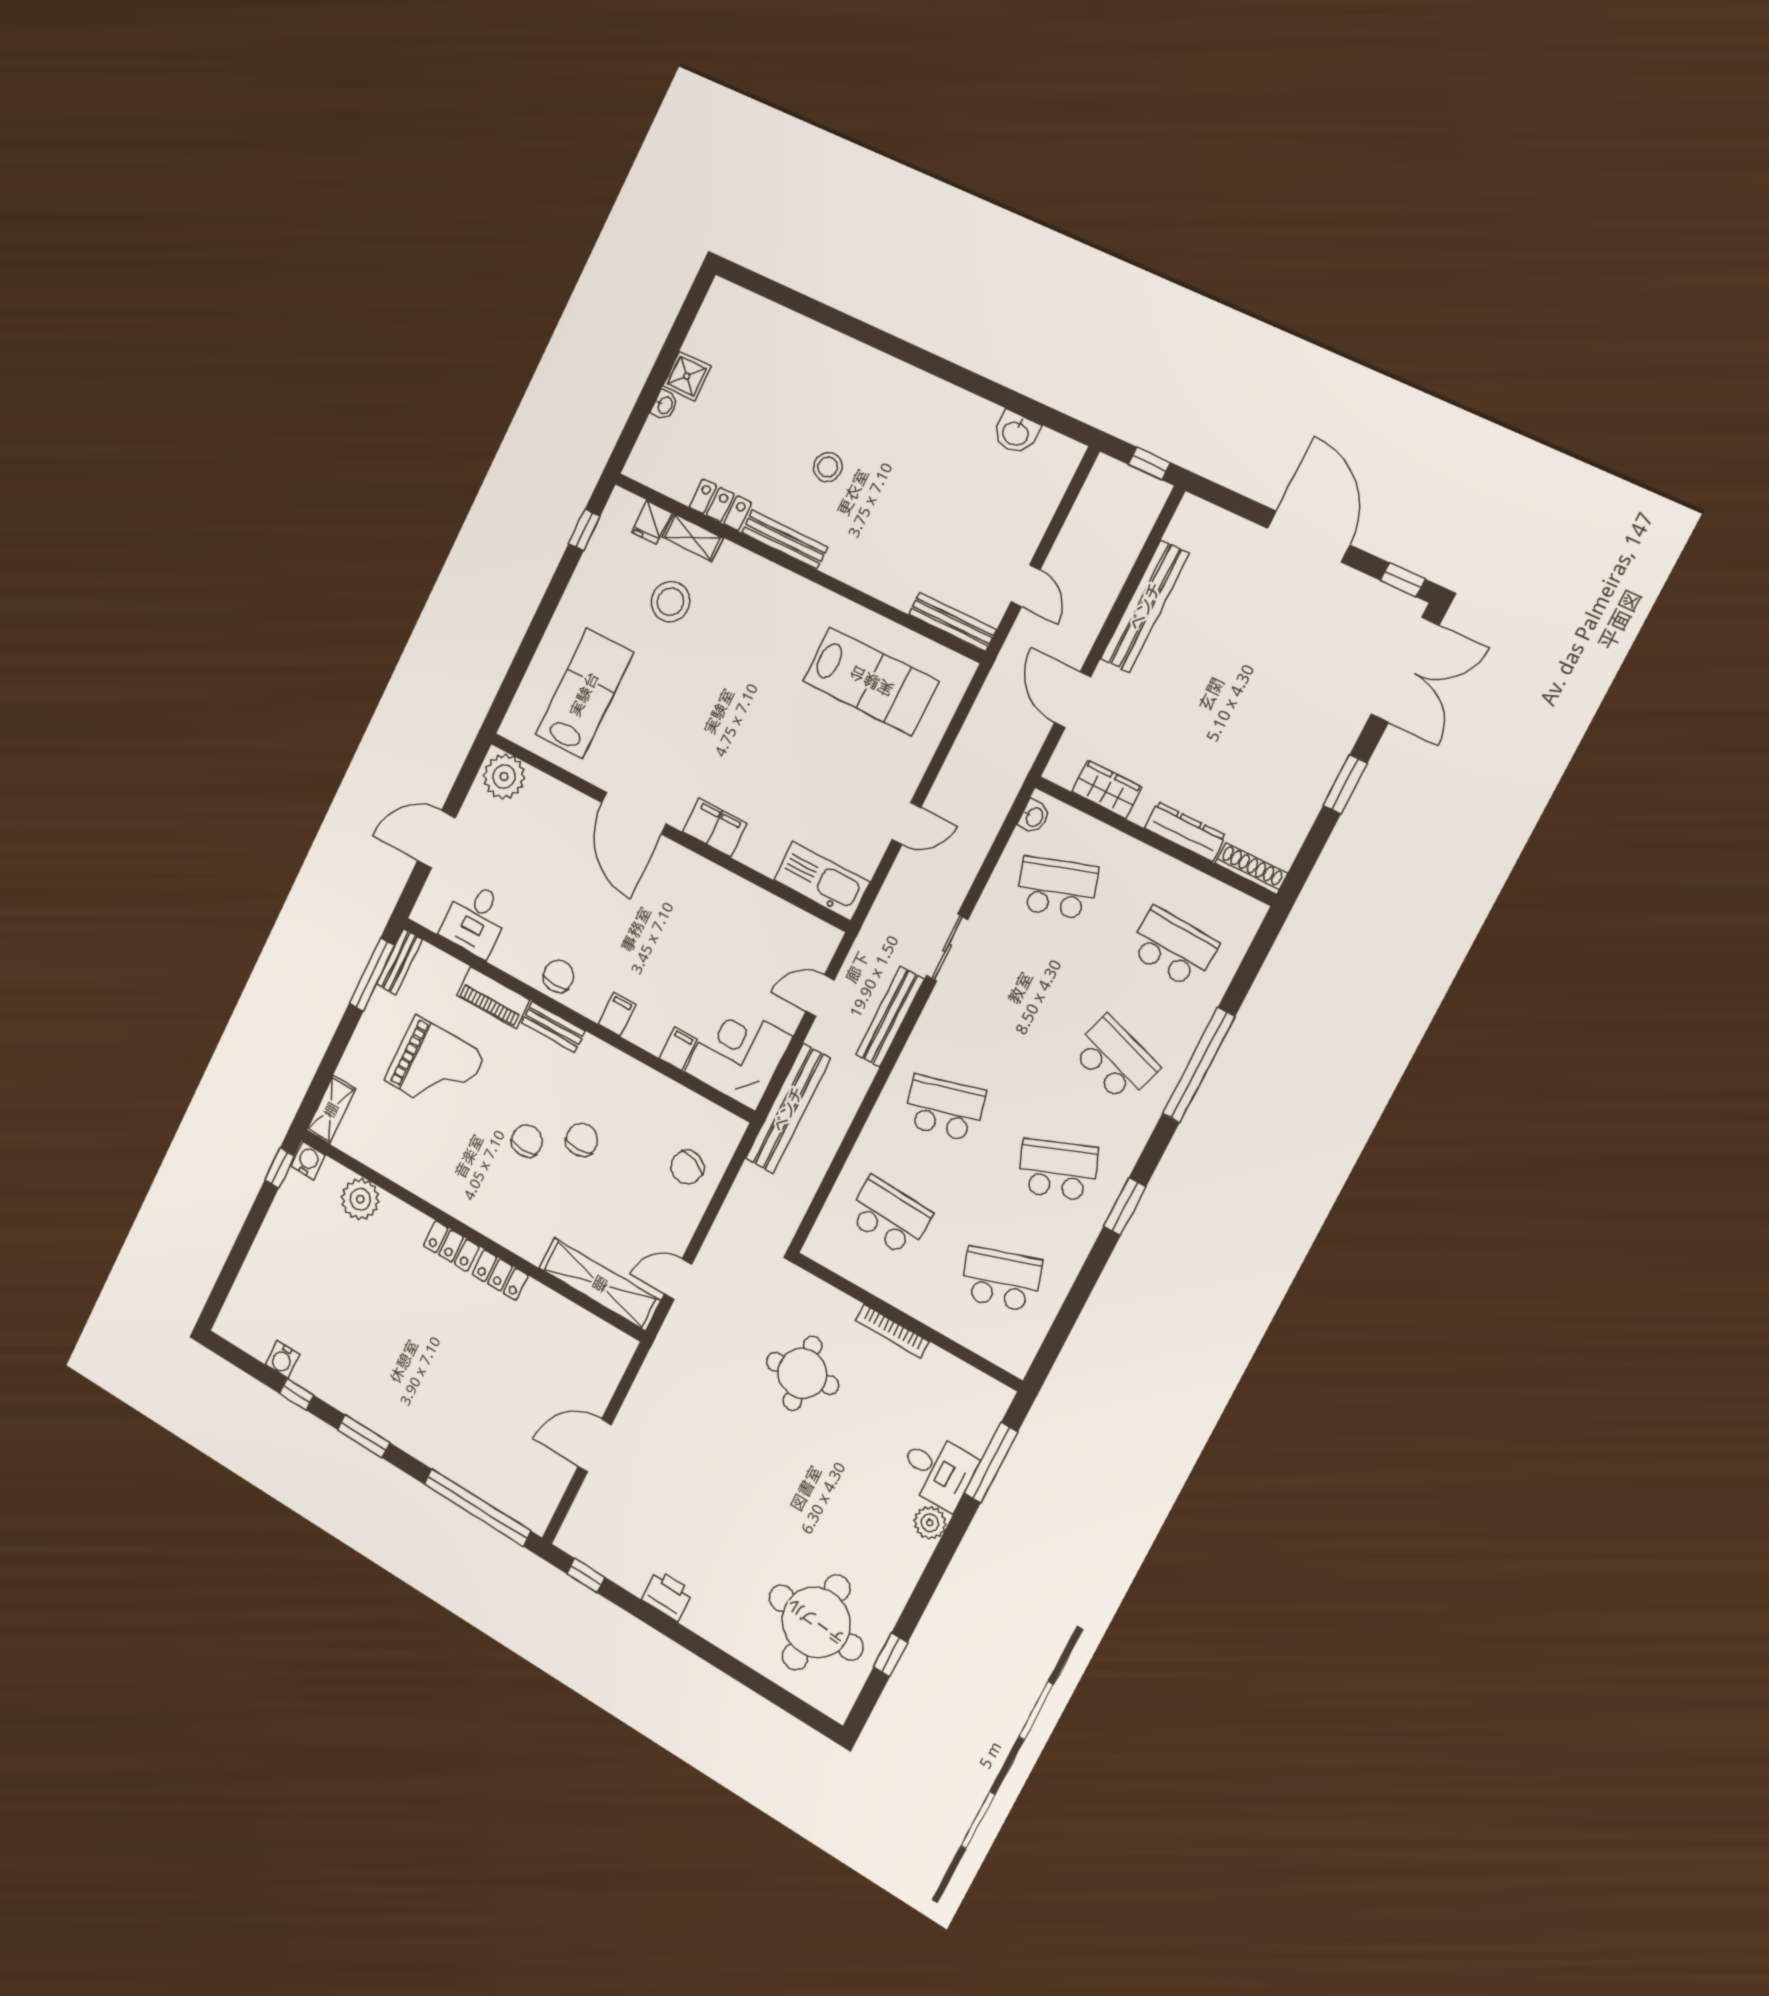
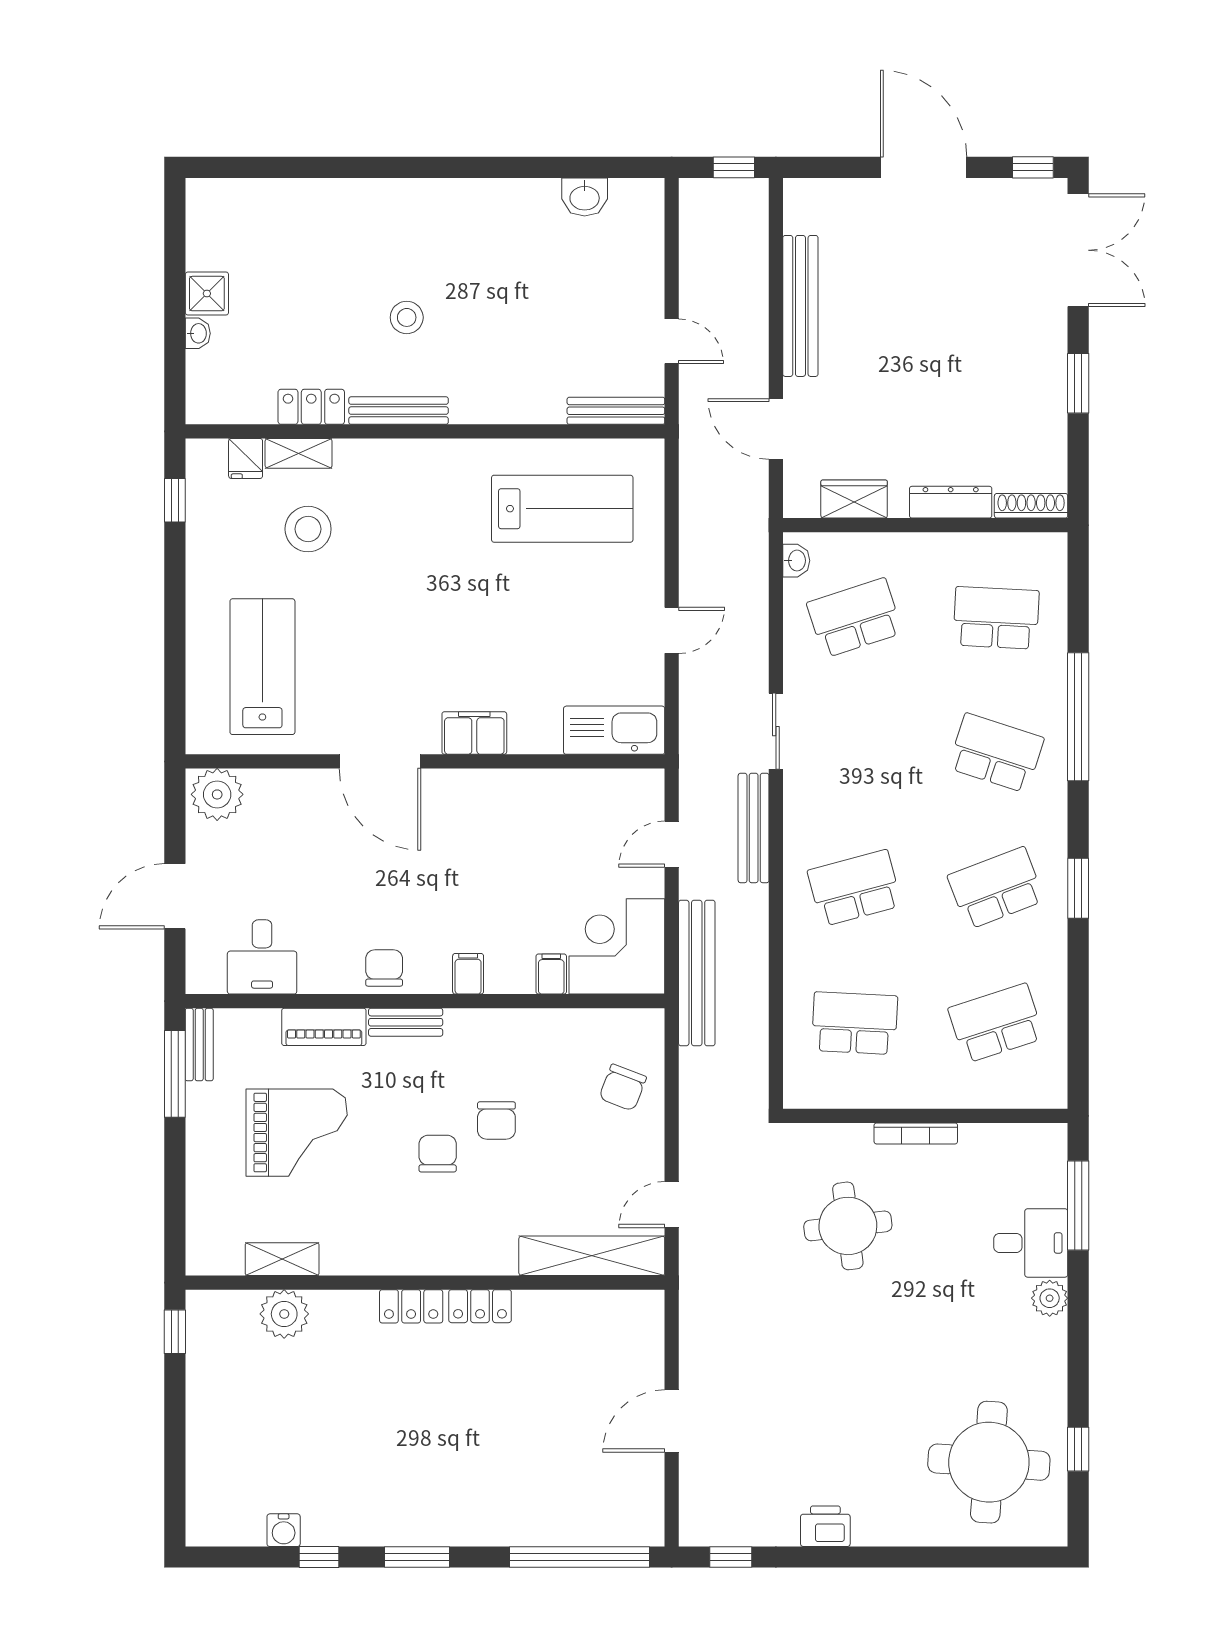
shelving: (331, 1110) -> (282, 1259), moved, turned 90
chair: (582, 1140) -> (496, 1121), turned 180
water cooler: (308, 1161) -> (204, 1306), removed

